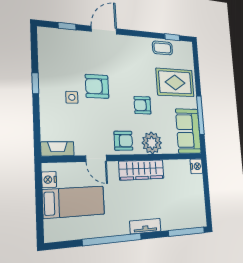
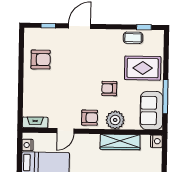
window: (35, 83) -> (21, 73), removed
armchair: (97, 86) -> (41, 60), moved, turned 180
side table: (72, 97) -> (49, 83), removed
door: (96, 158) -> (65, 131), hinge flipped
wardrobe: (142, 170) -> (120, 142), moved

